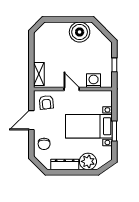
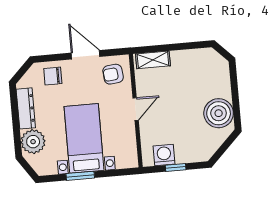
washing machine: (94, 81) -> (164, 155), moved, turned -90

